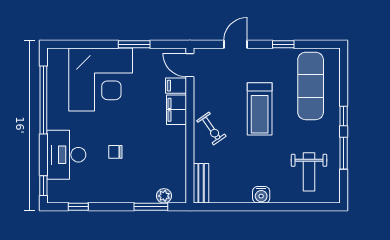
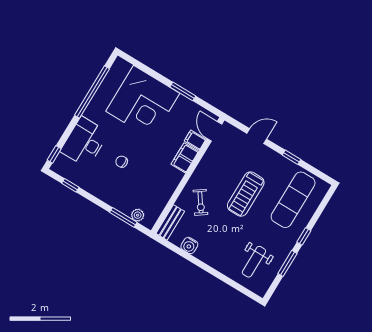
exercise bike: (211, 128) -> (200, 202), moved
water cooler: (261, 195) -> (189, 245), moved

